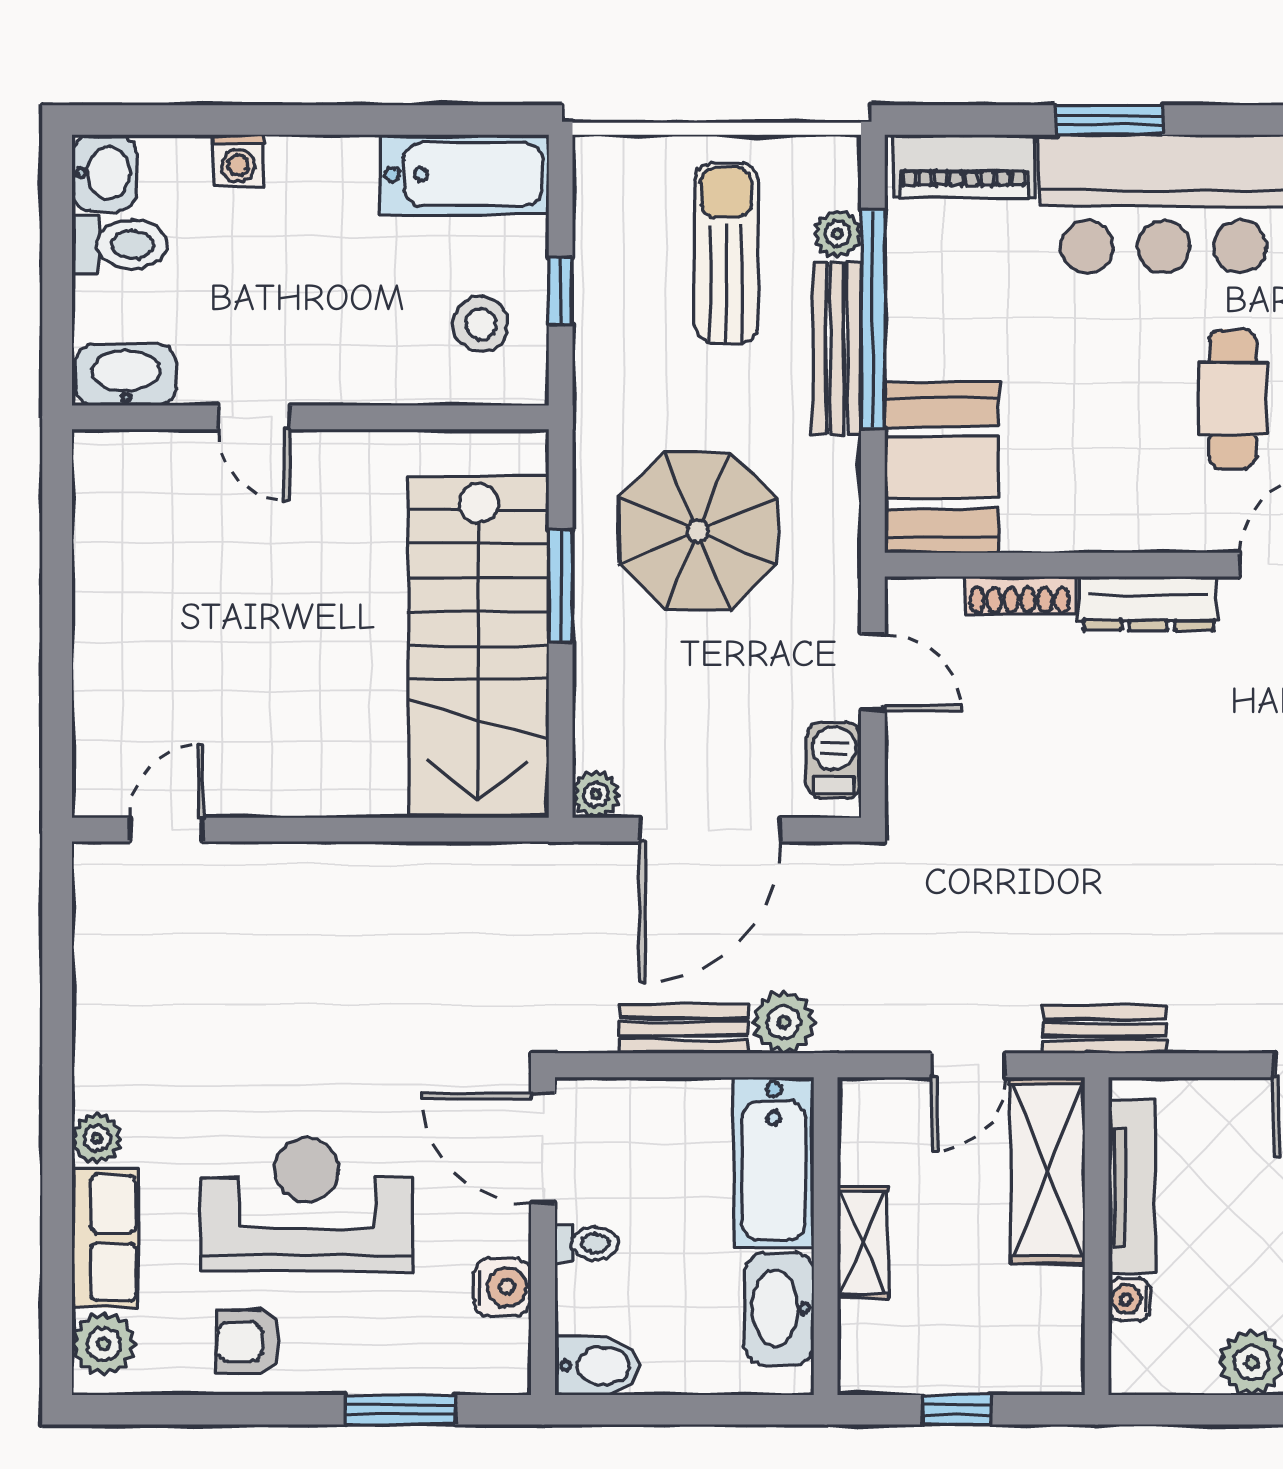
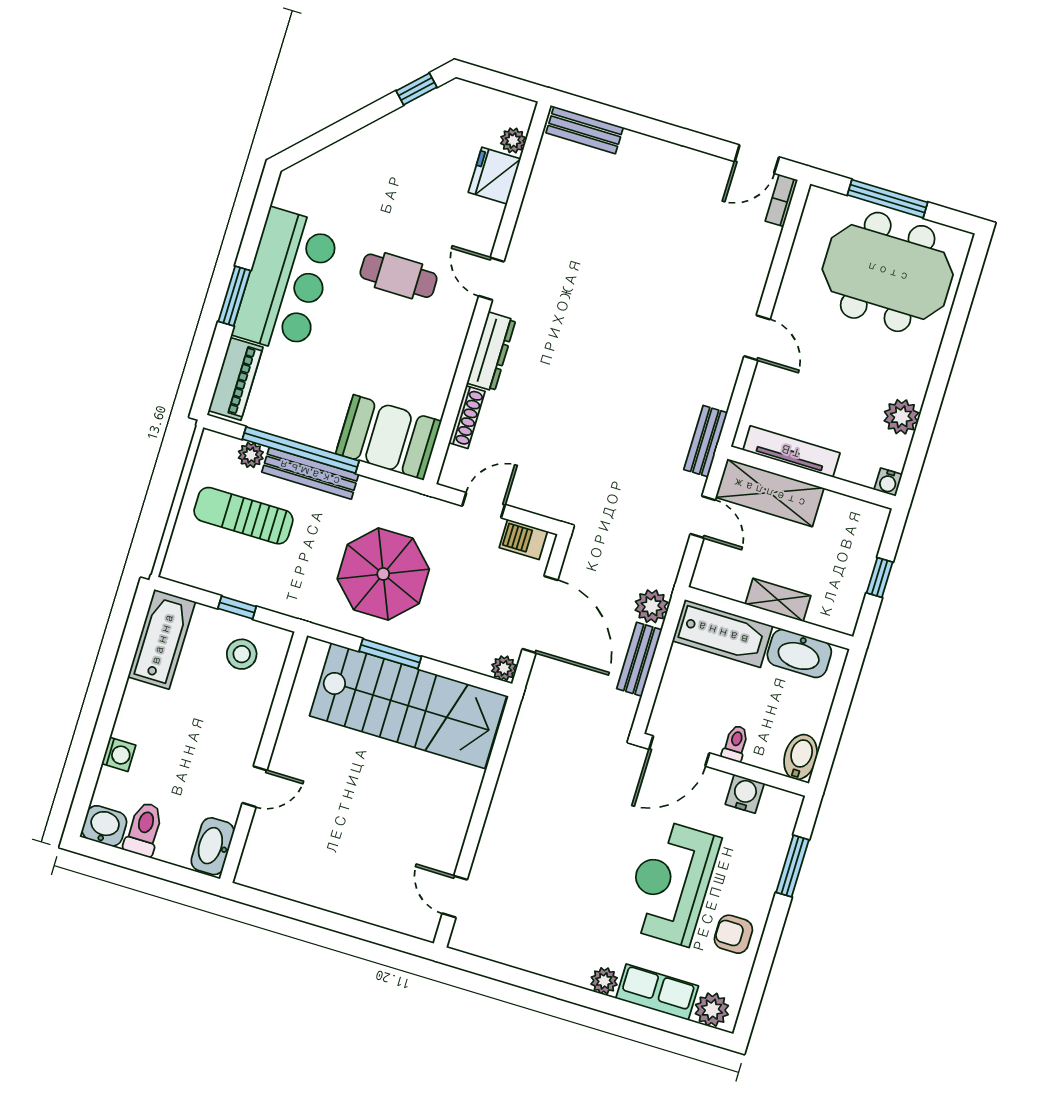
water cooler: (1129, 1299) -> (888, 482), moved
armchair: (248, 1342) -> (733, 934), turned 90

